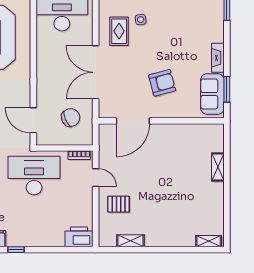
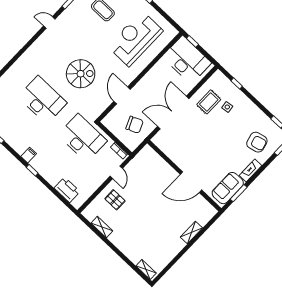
armchair: (162, 83) -> (257, 142), moved
door: (33, 120) -> (122, 95), moved
door: (133, 121) -> (191, 182), moved
printer: (79, 237) -> (67, 190), moved

